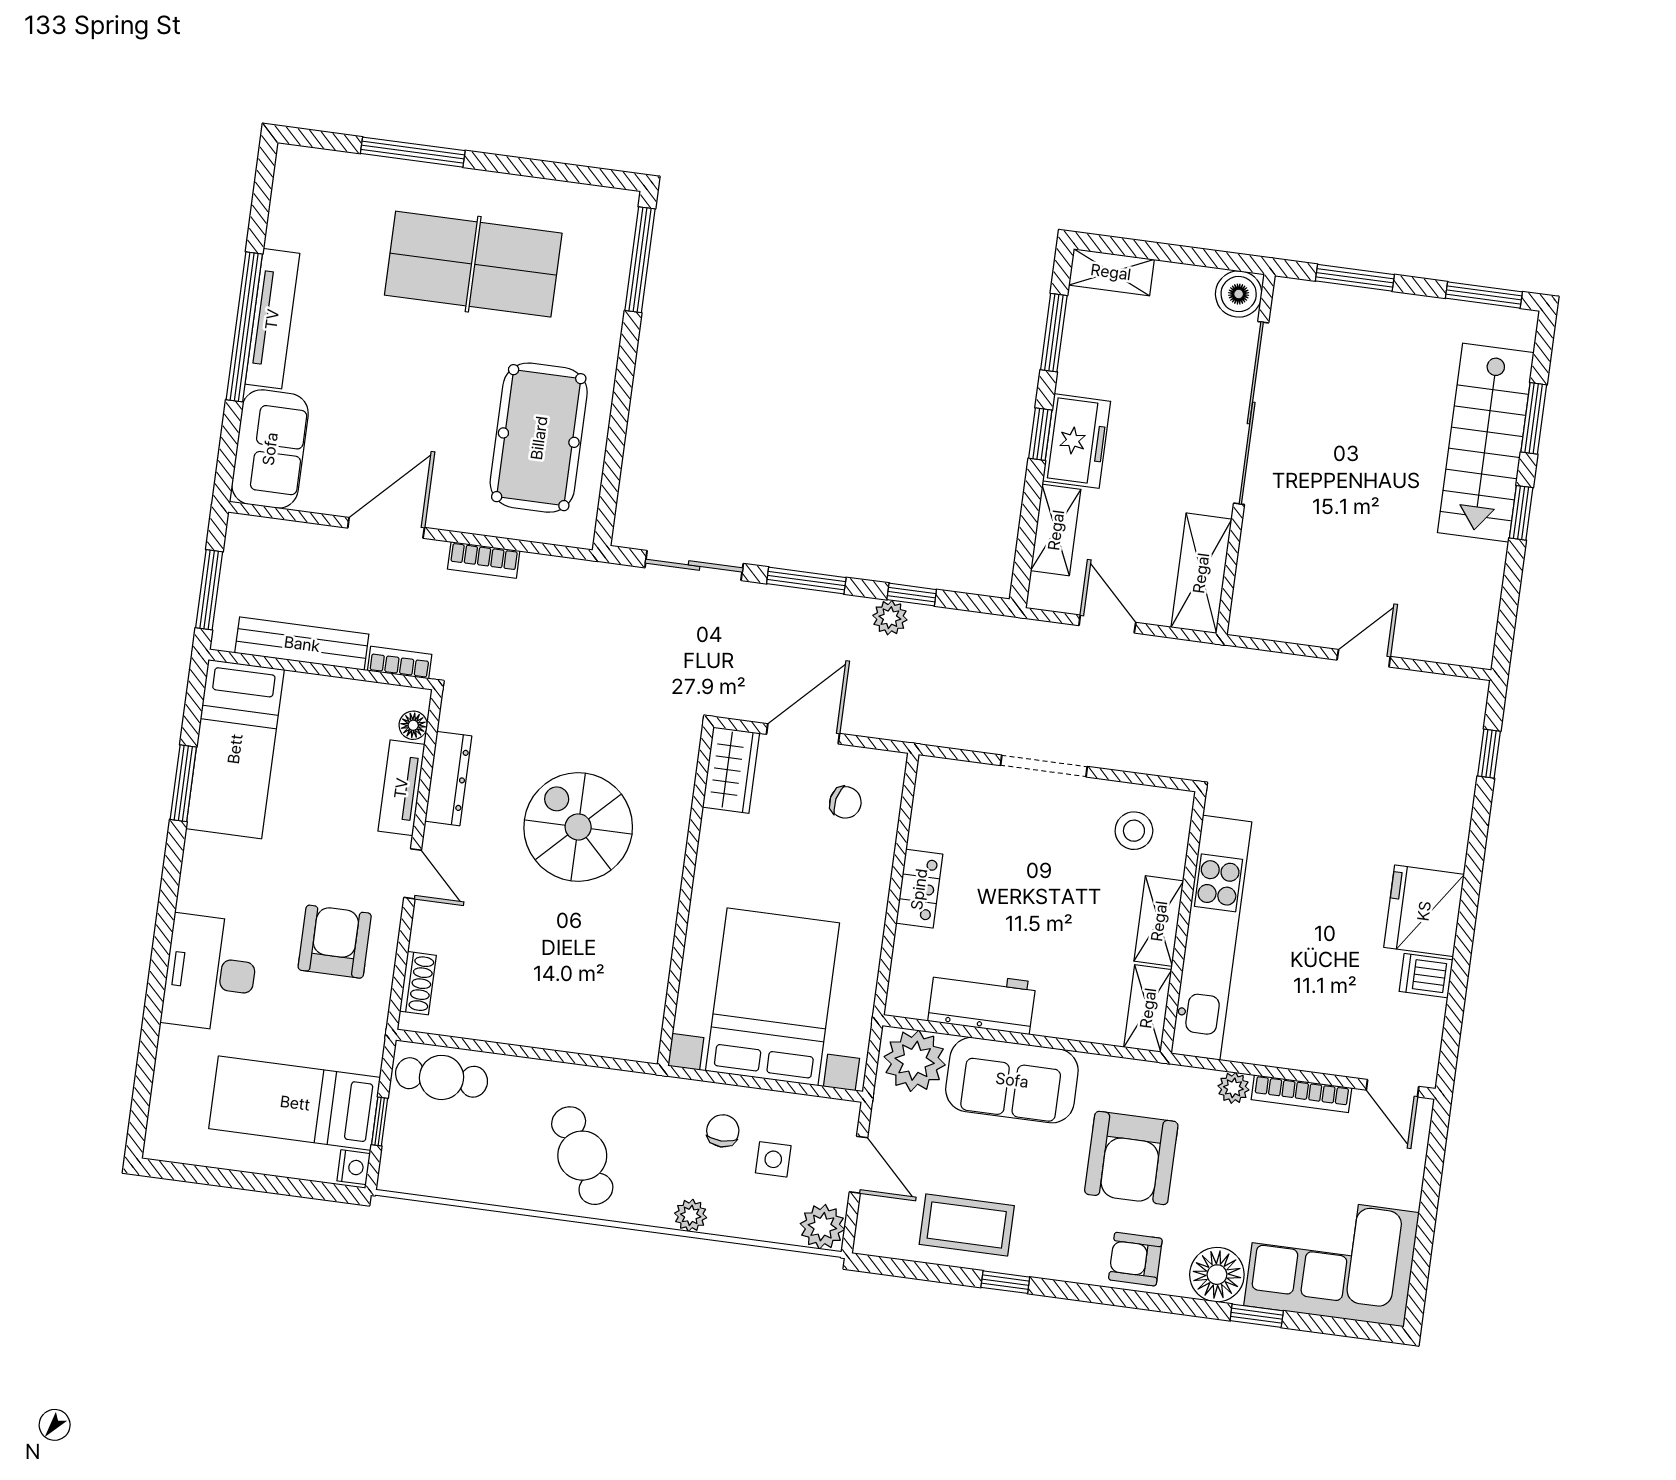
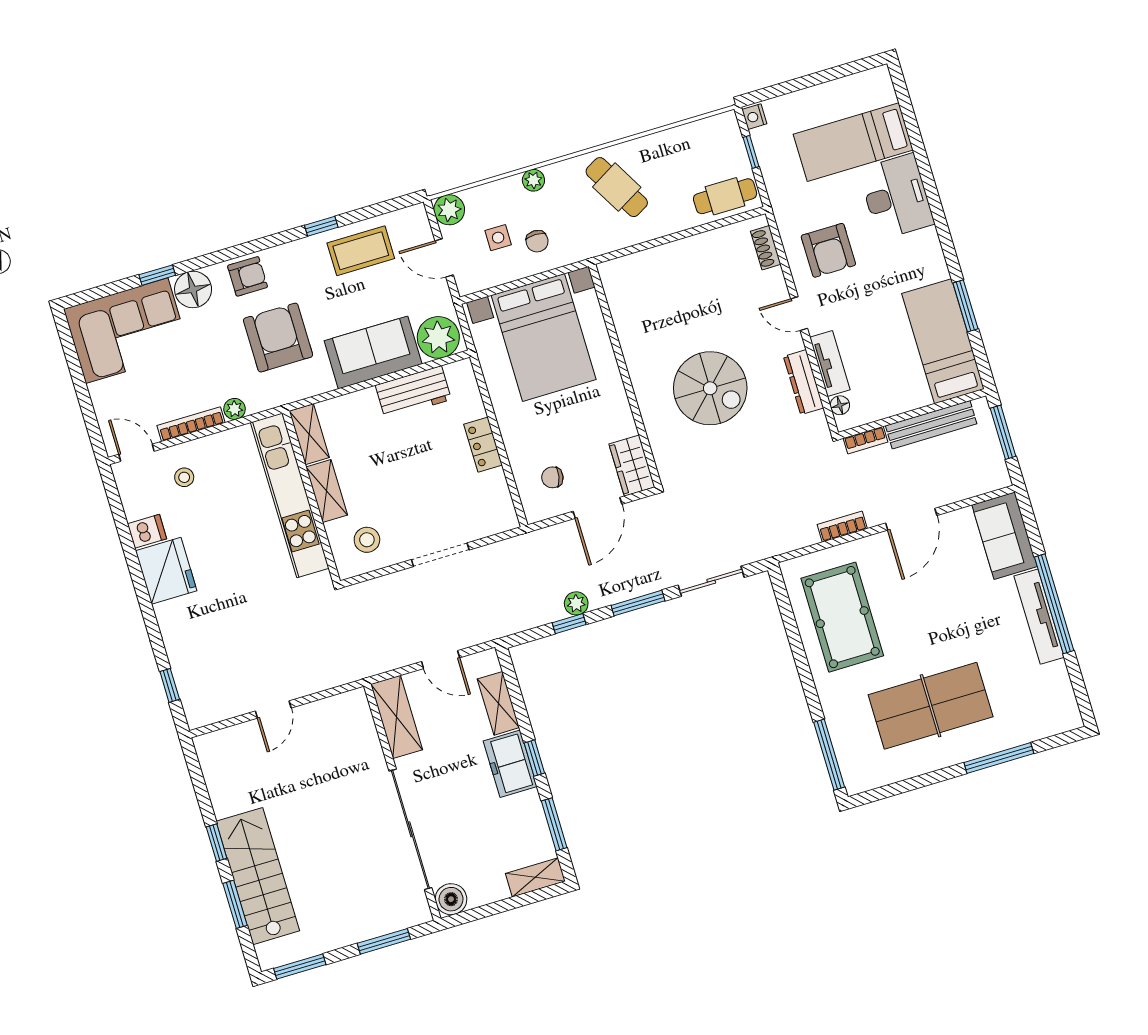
stool: (1343, 1026) -> (184, 477), added
bed: (295, 1103) -> (853, 142), moved, turned 180

